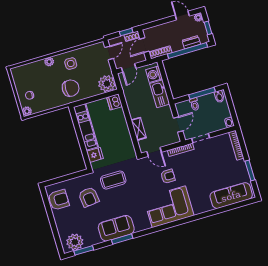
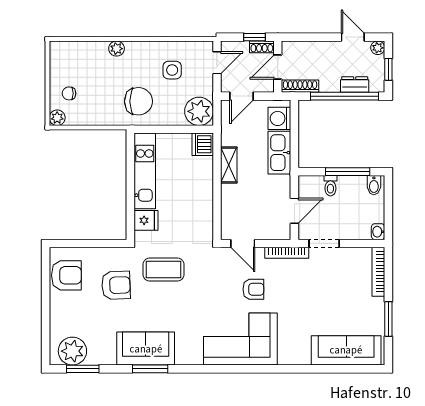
side table: (71, 64) -> (172, 70), moved
shelving: (139, 129) -> (229, 165), moved
armchair: (89, 197) -> (116, 285), turned -85

